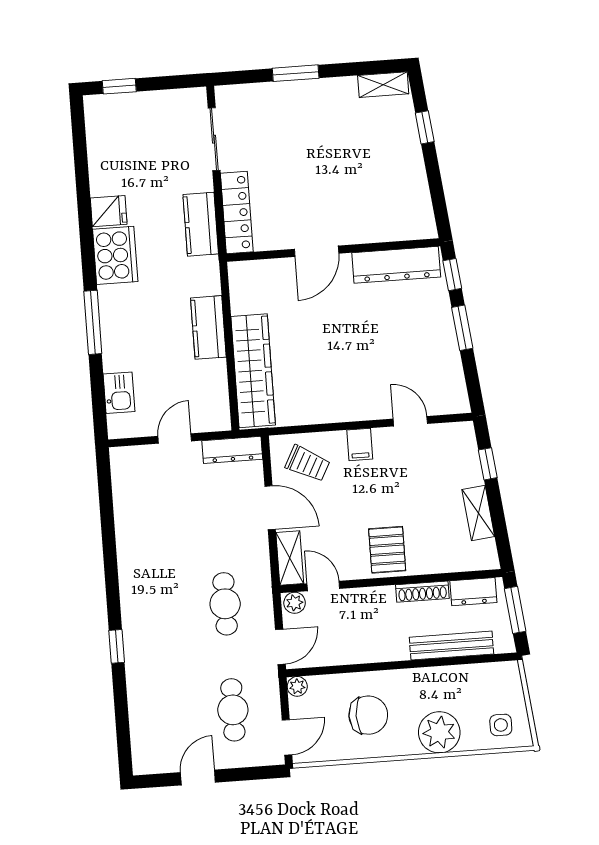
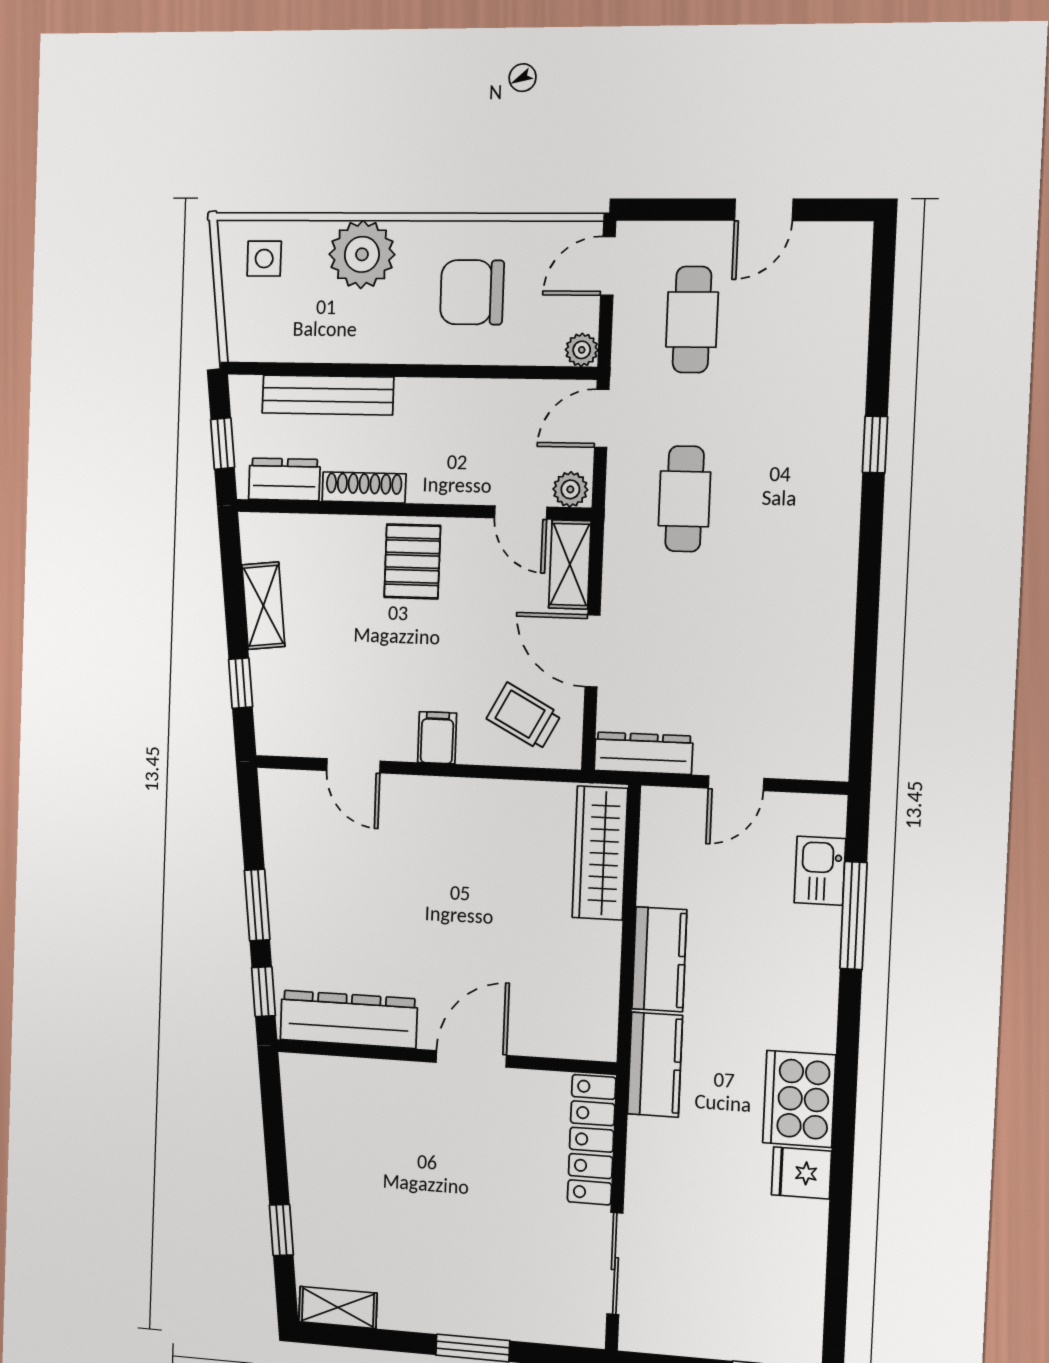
kitchen counter: (201, 224) -> (655, 1065), moved
window: (93, 322) -> (853, 916), moved
wardrobe: (253, 371) -> (600, 853), width x0.71, depth x0.85
window: (515, 610) -> (223, 444), width x0.67

